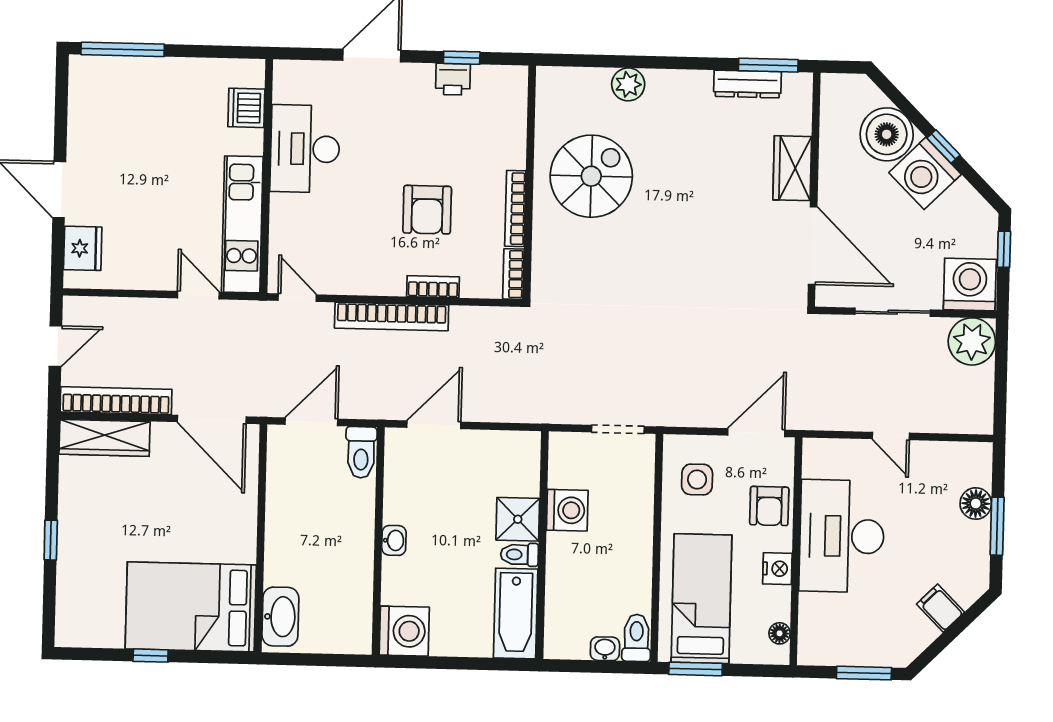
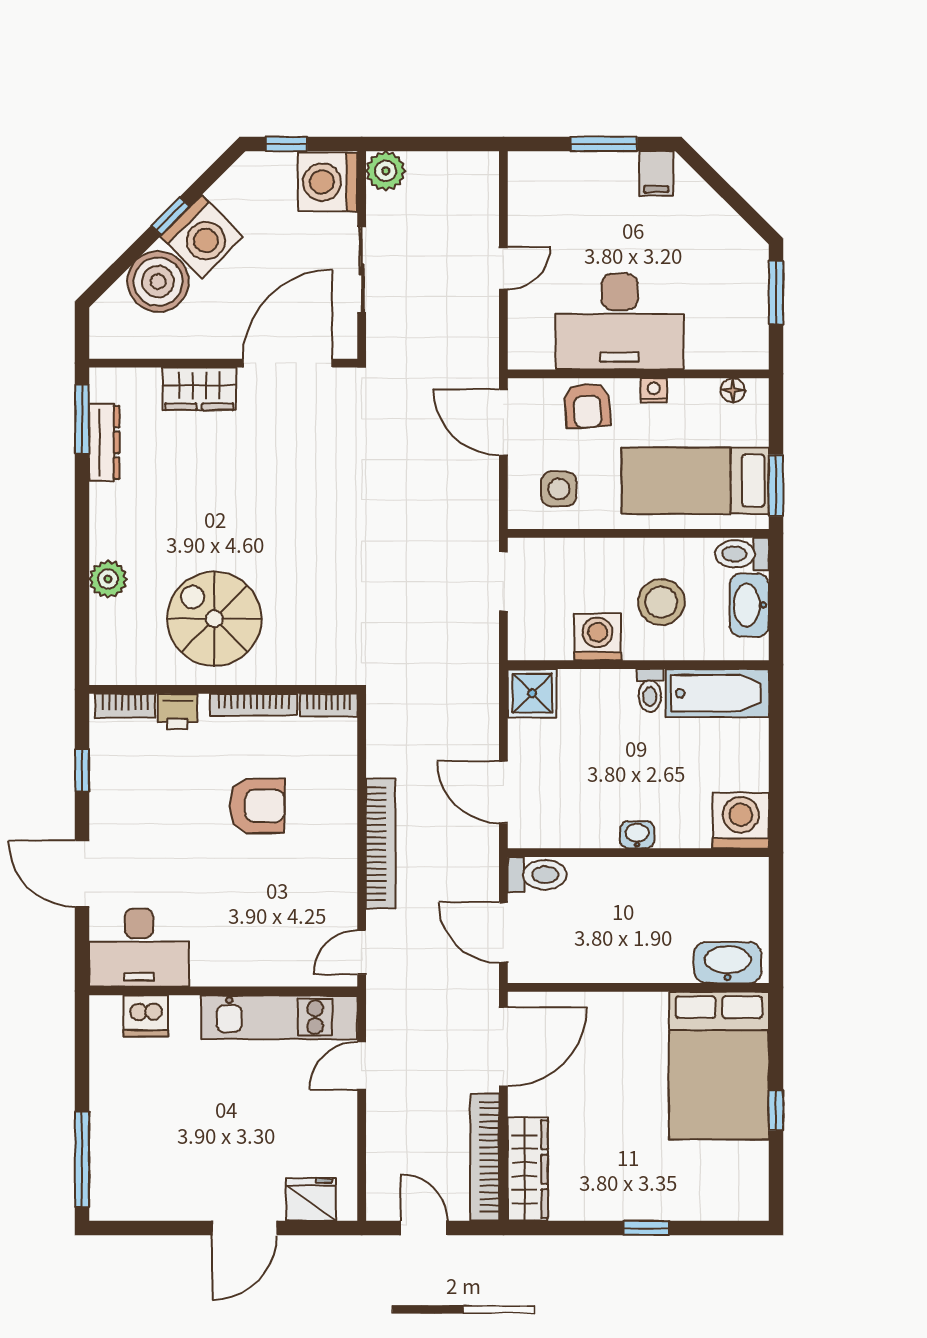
printer: (453, 79) -> (178, 712), moved, turned 90
desk: (305, 149) -> (139, 948), moved
bookcase: (433, 287) -> (125, 706), moved, turned -90
plant: (972, 341) -> (386, 171), width x0.73, depth x0.73
floor lamp: (976, 504) -> (579, 169), removed
armchair: (769, 506) -> (587, 406), turned 86
shower: (518, 519) -> (532, 693), moved
stool: (596, 566) -> (661, 602), added
nightstand: (777, 569) -> (654, 390), width x0.72, depth x0.74
filing cabinet: (940, 608) -> (656, 173), moved, turned -45
washbasin: (605, 649) -> (749, 605), width x1.91, depth x1.45

